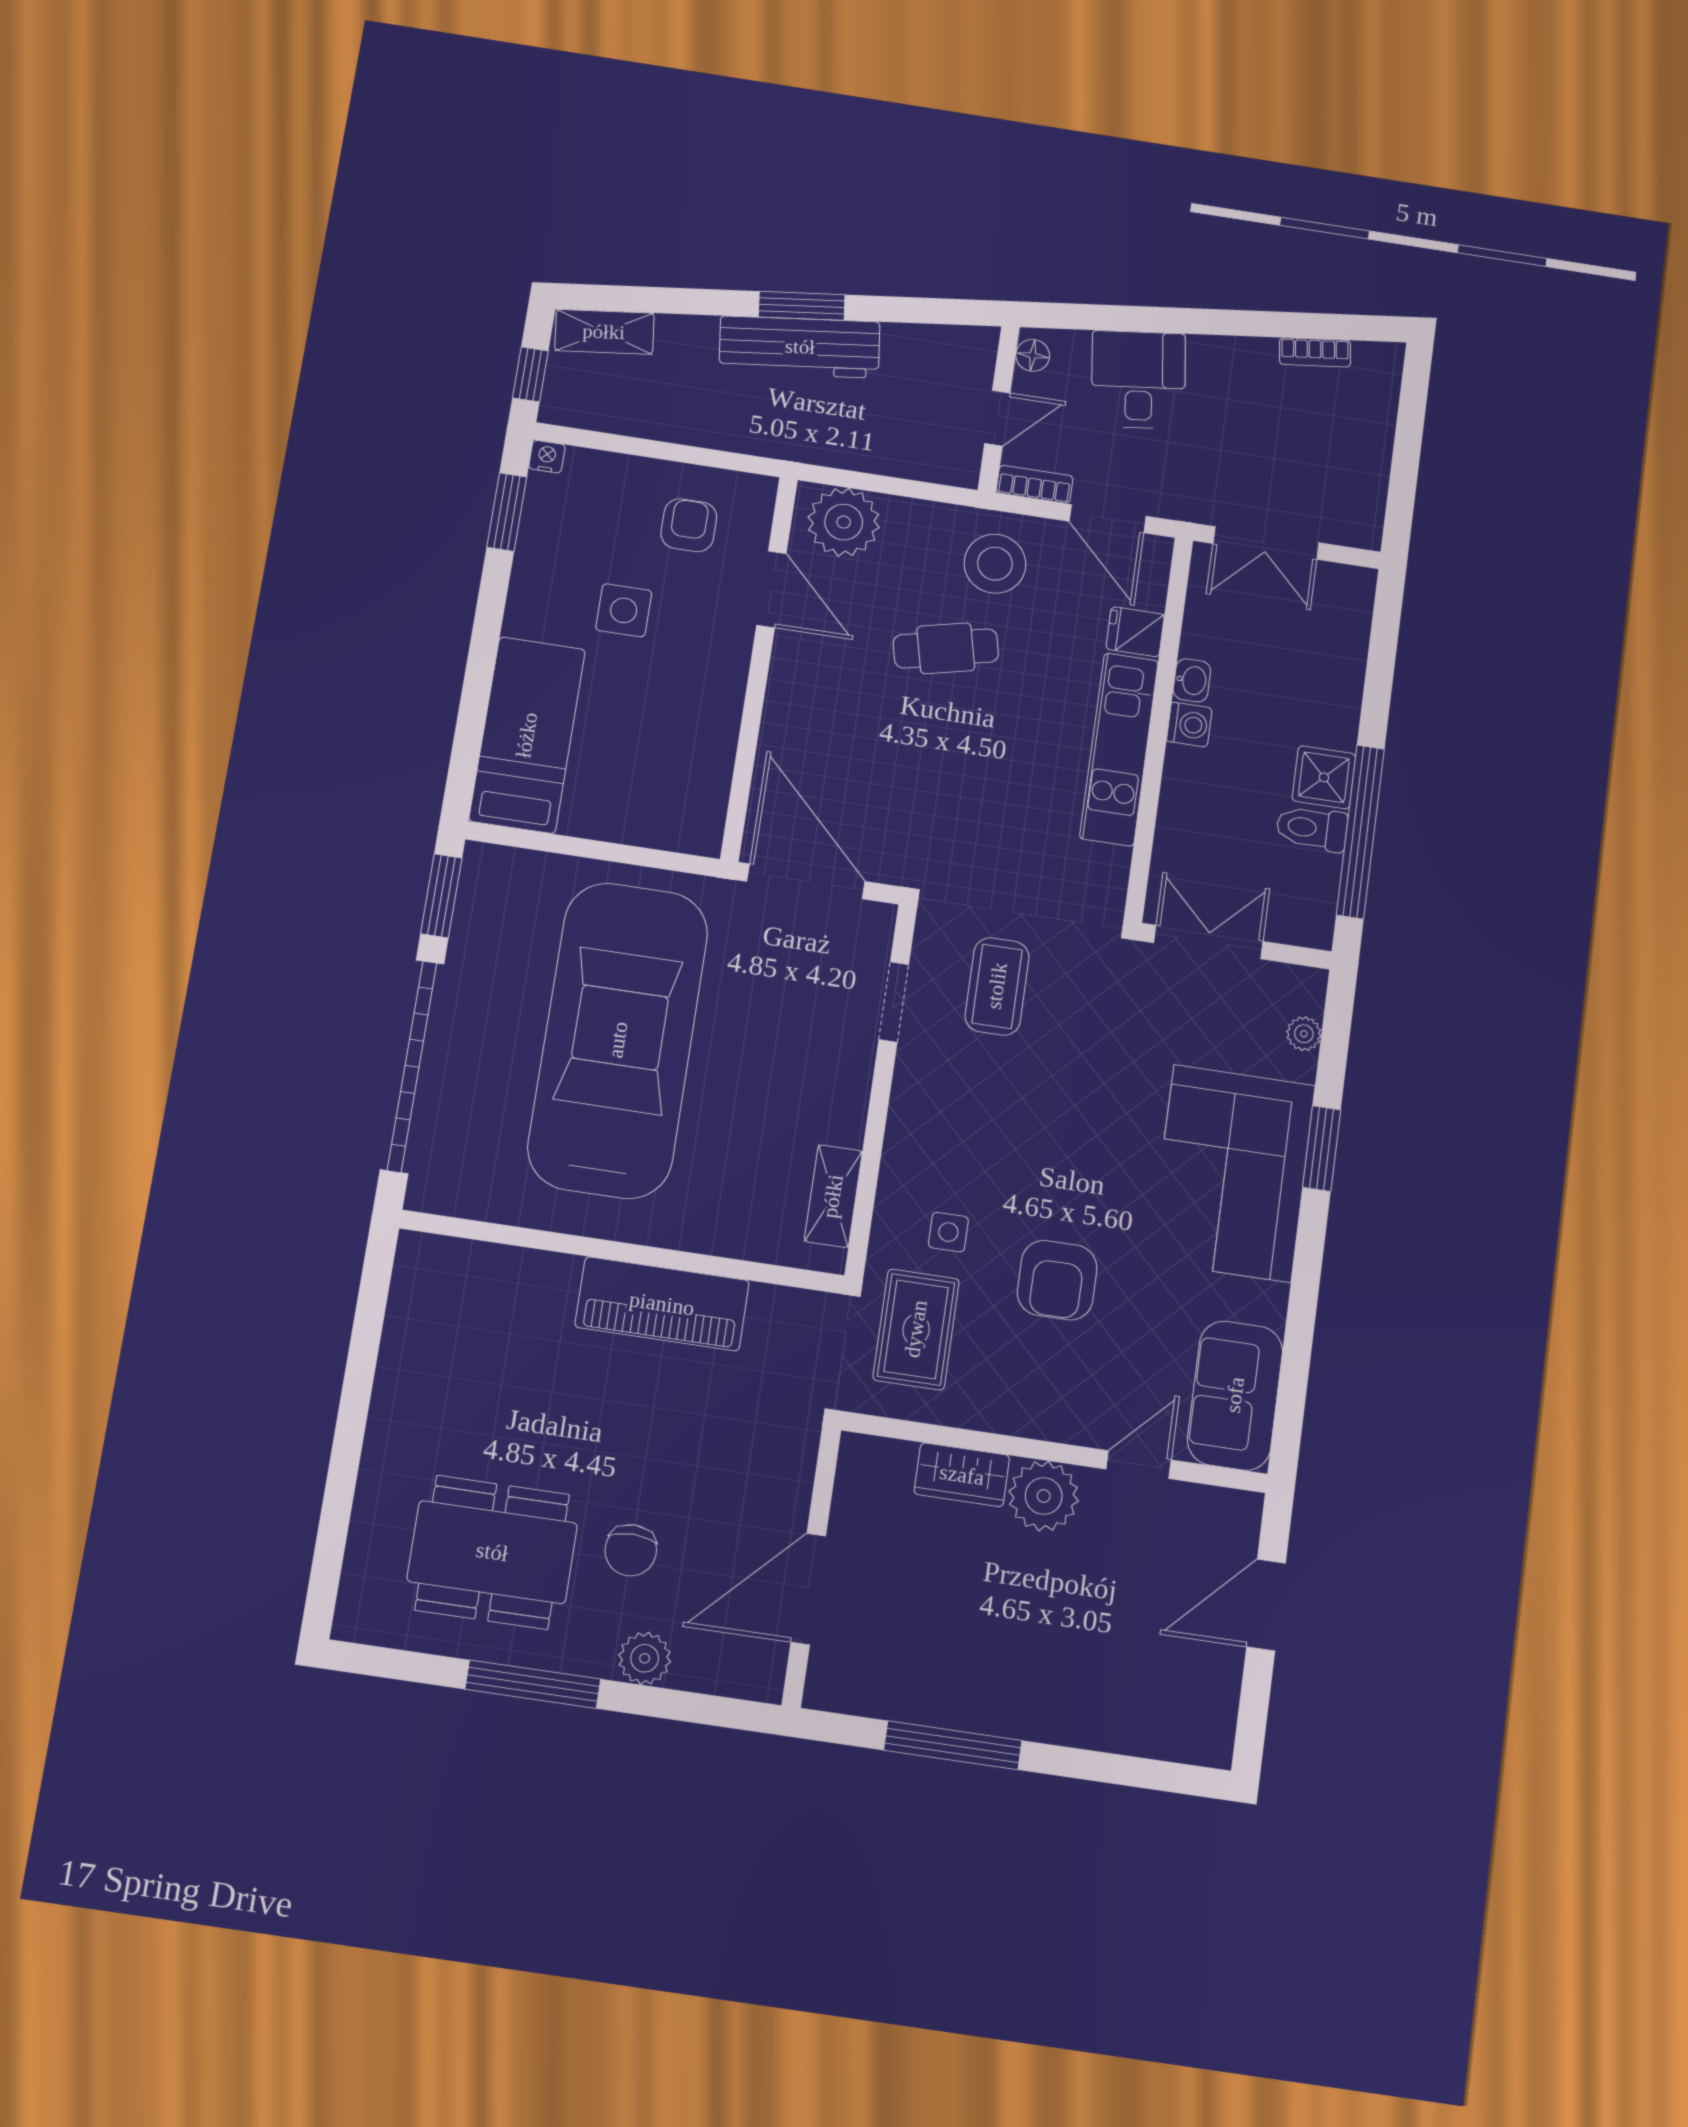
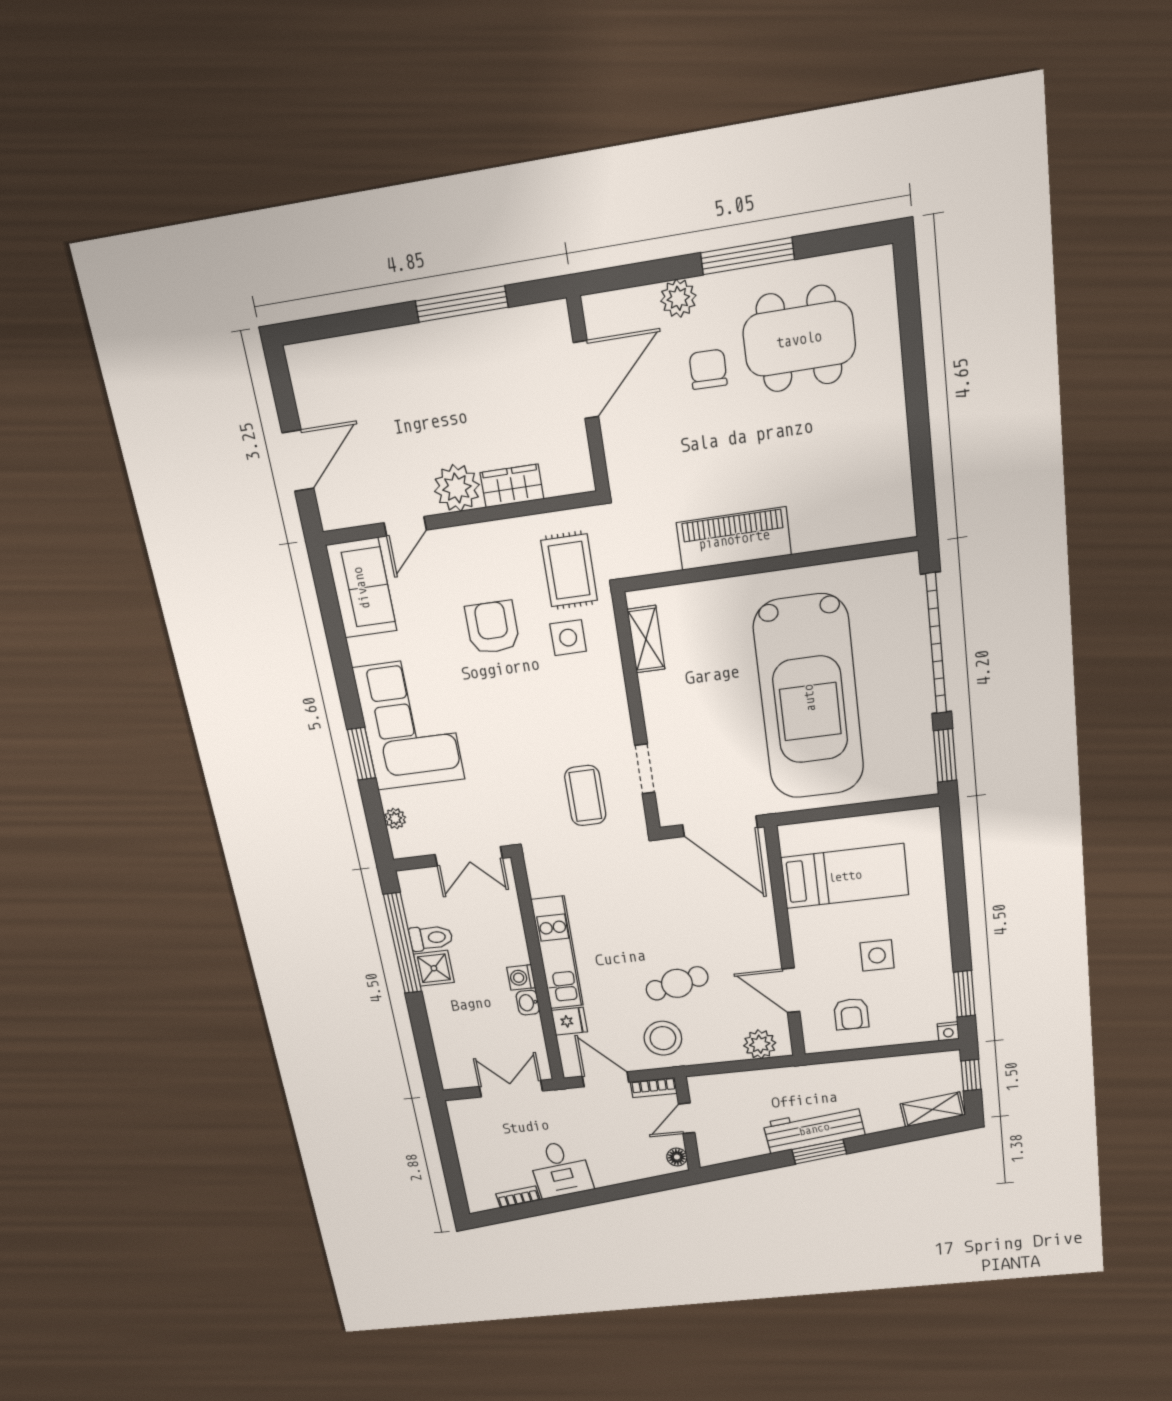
desk: (1138, 380) -> (560, 1169), moved
plant: (844, 522) -> (760, 1044), width x0.73, depth x0.73
bed: (527, 735) -> (845, 876), moved, turned -90
side table: (948, 1232) -> (568, 638), width x1.37, depth x1.37

